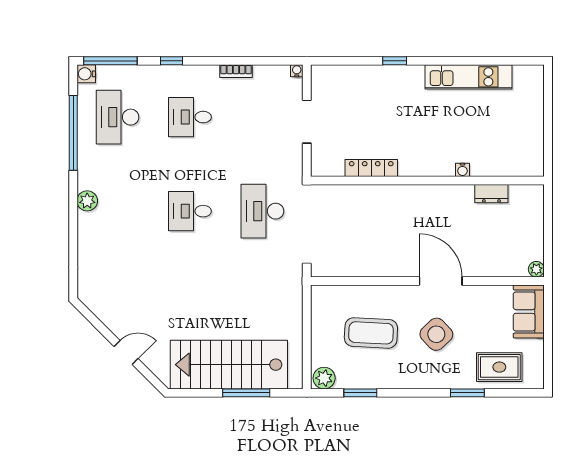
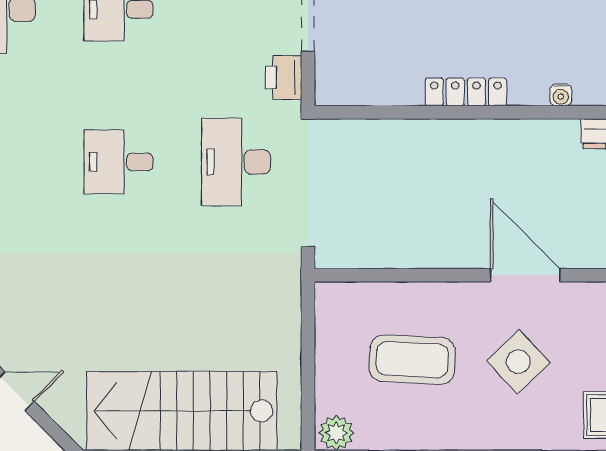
printer: (292, 159) -> (284, 78), added
locker: (371, 168) -> (466, 92), moved

